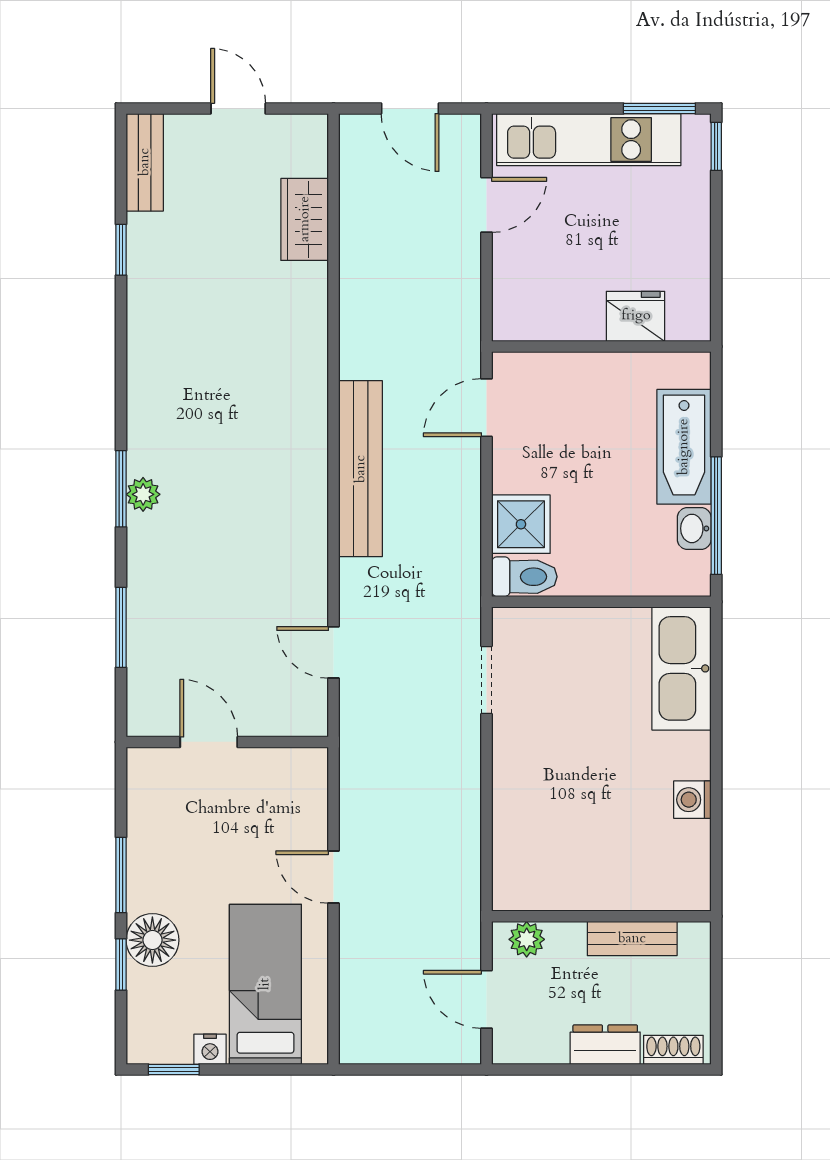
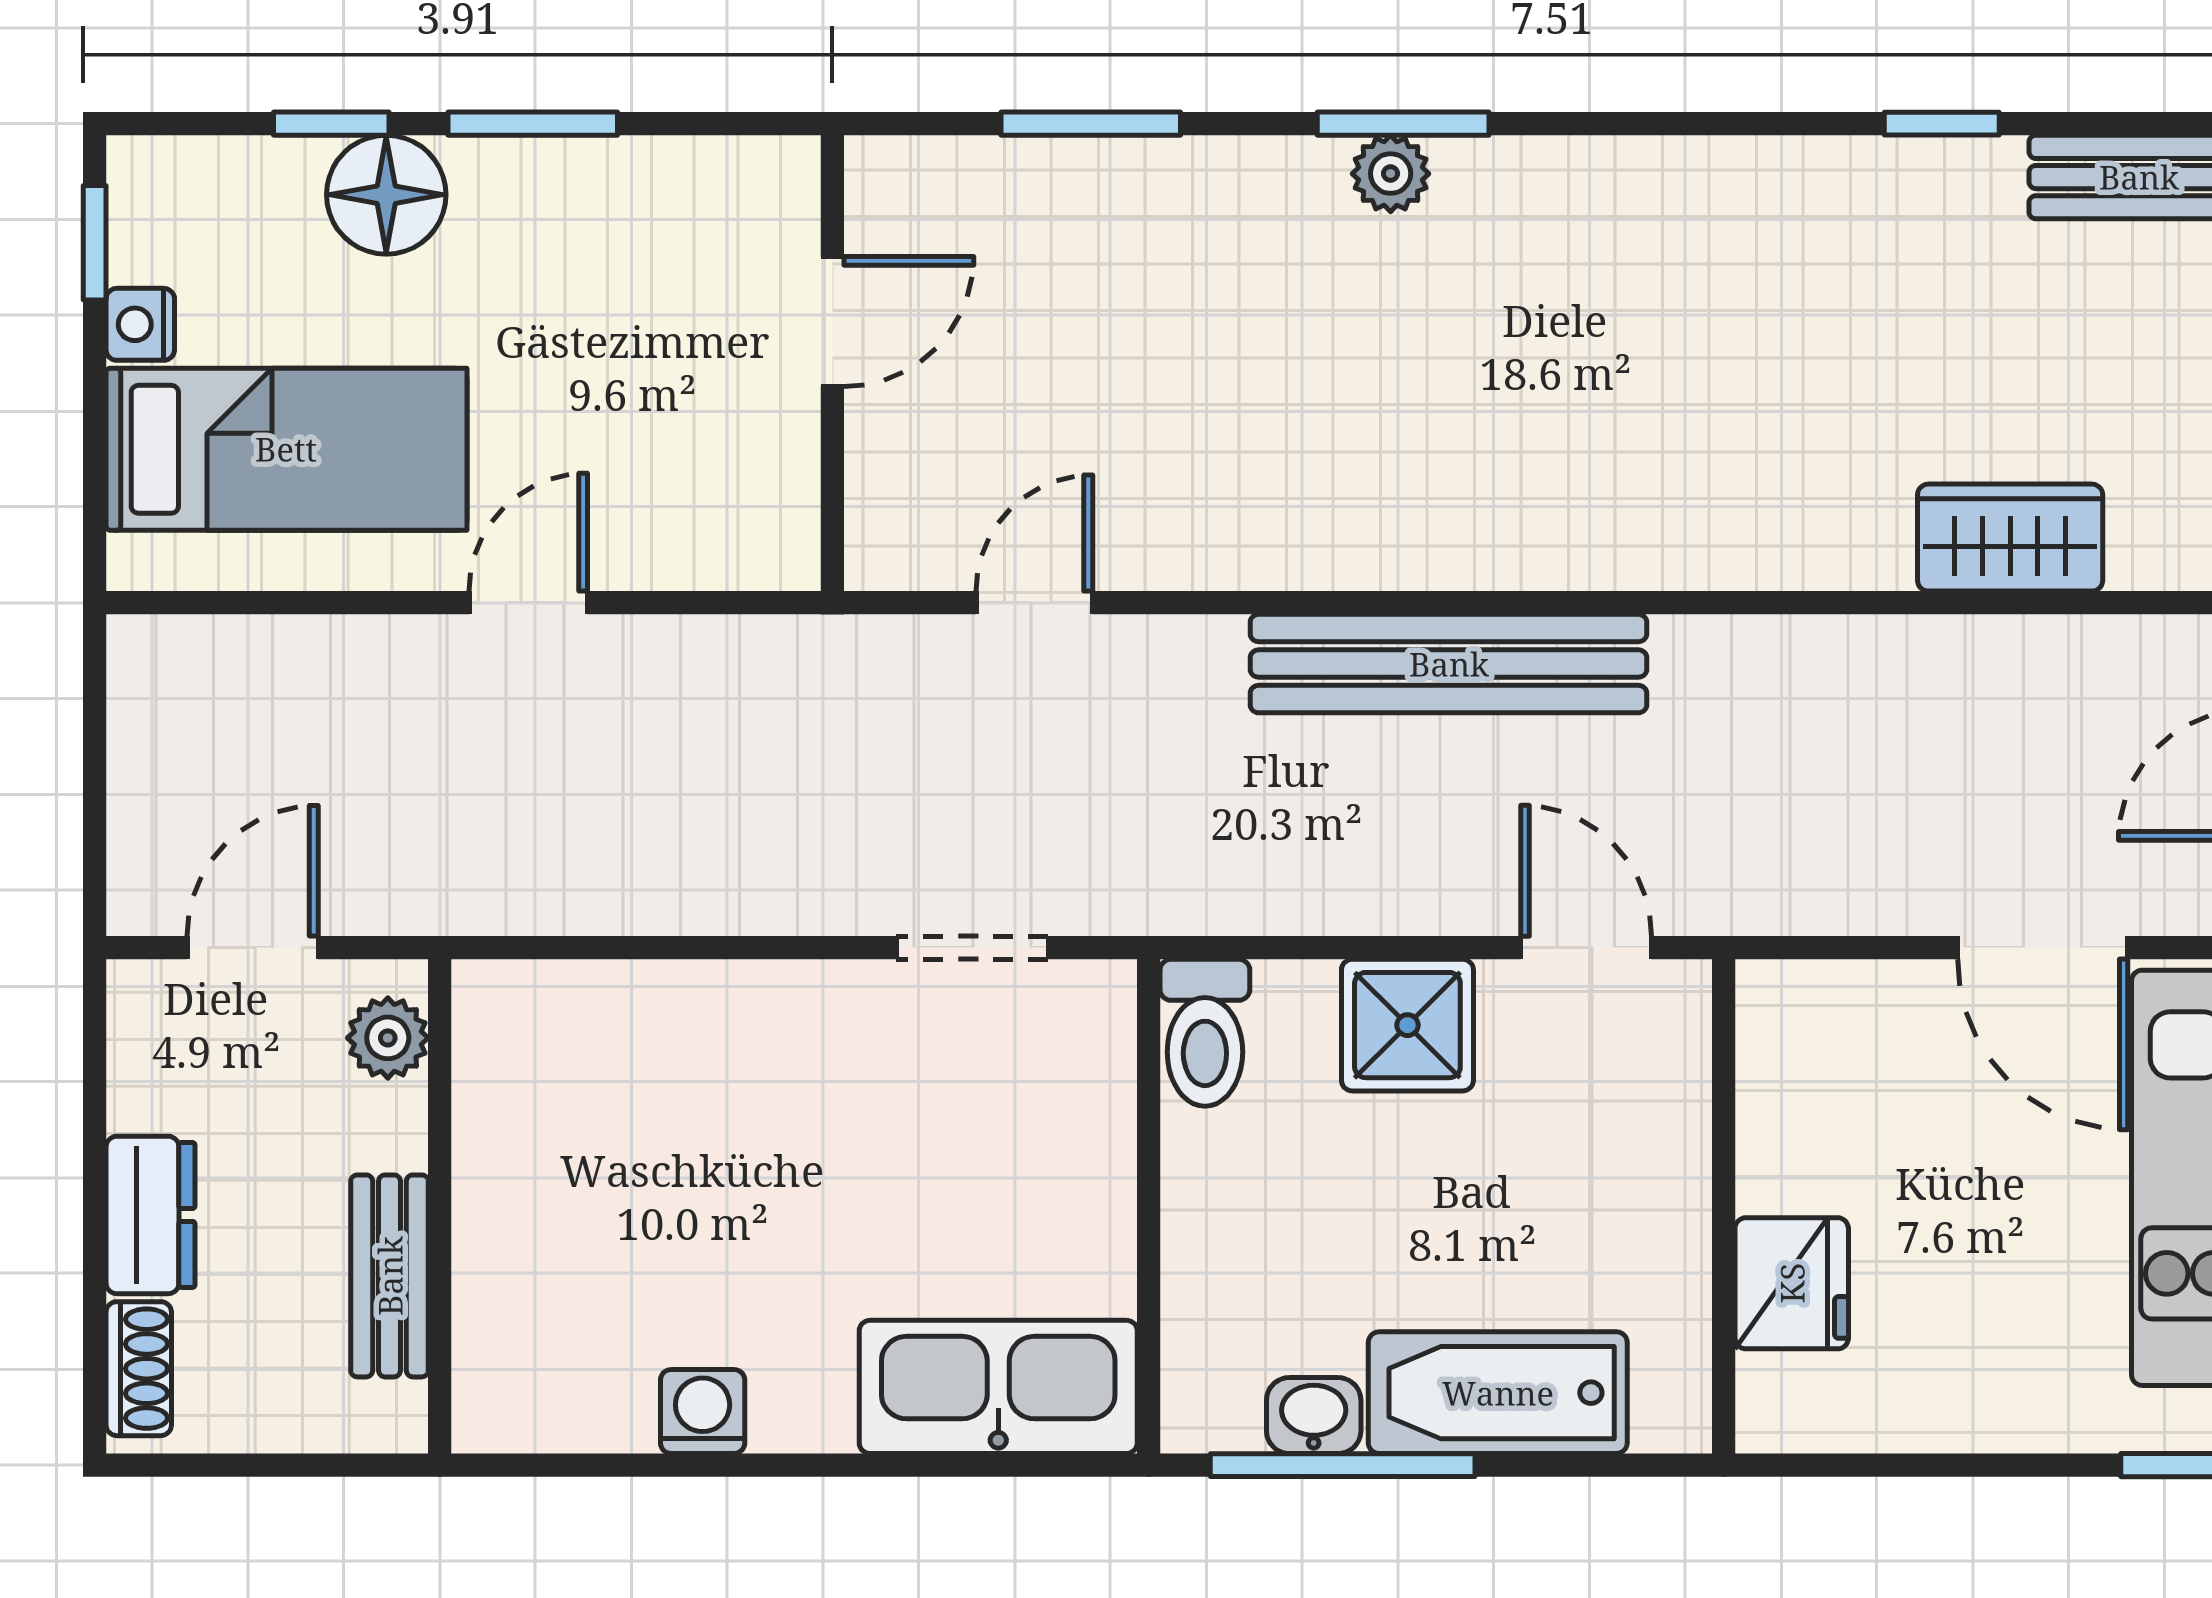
door: (487, 205) -> (2043, 948), width x1.38
shower: (521, 524) -> (1407, 1025), moved

